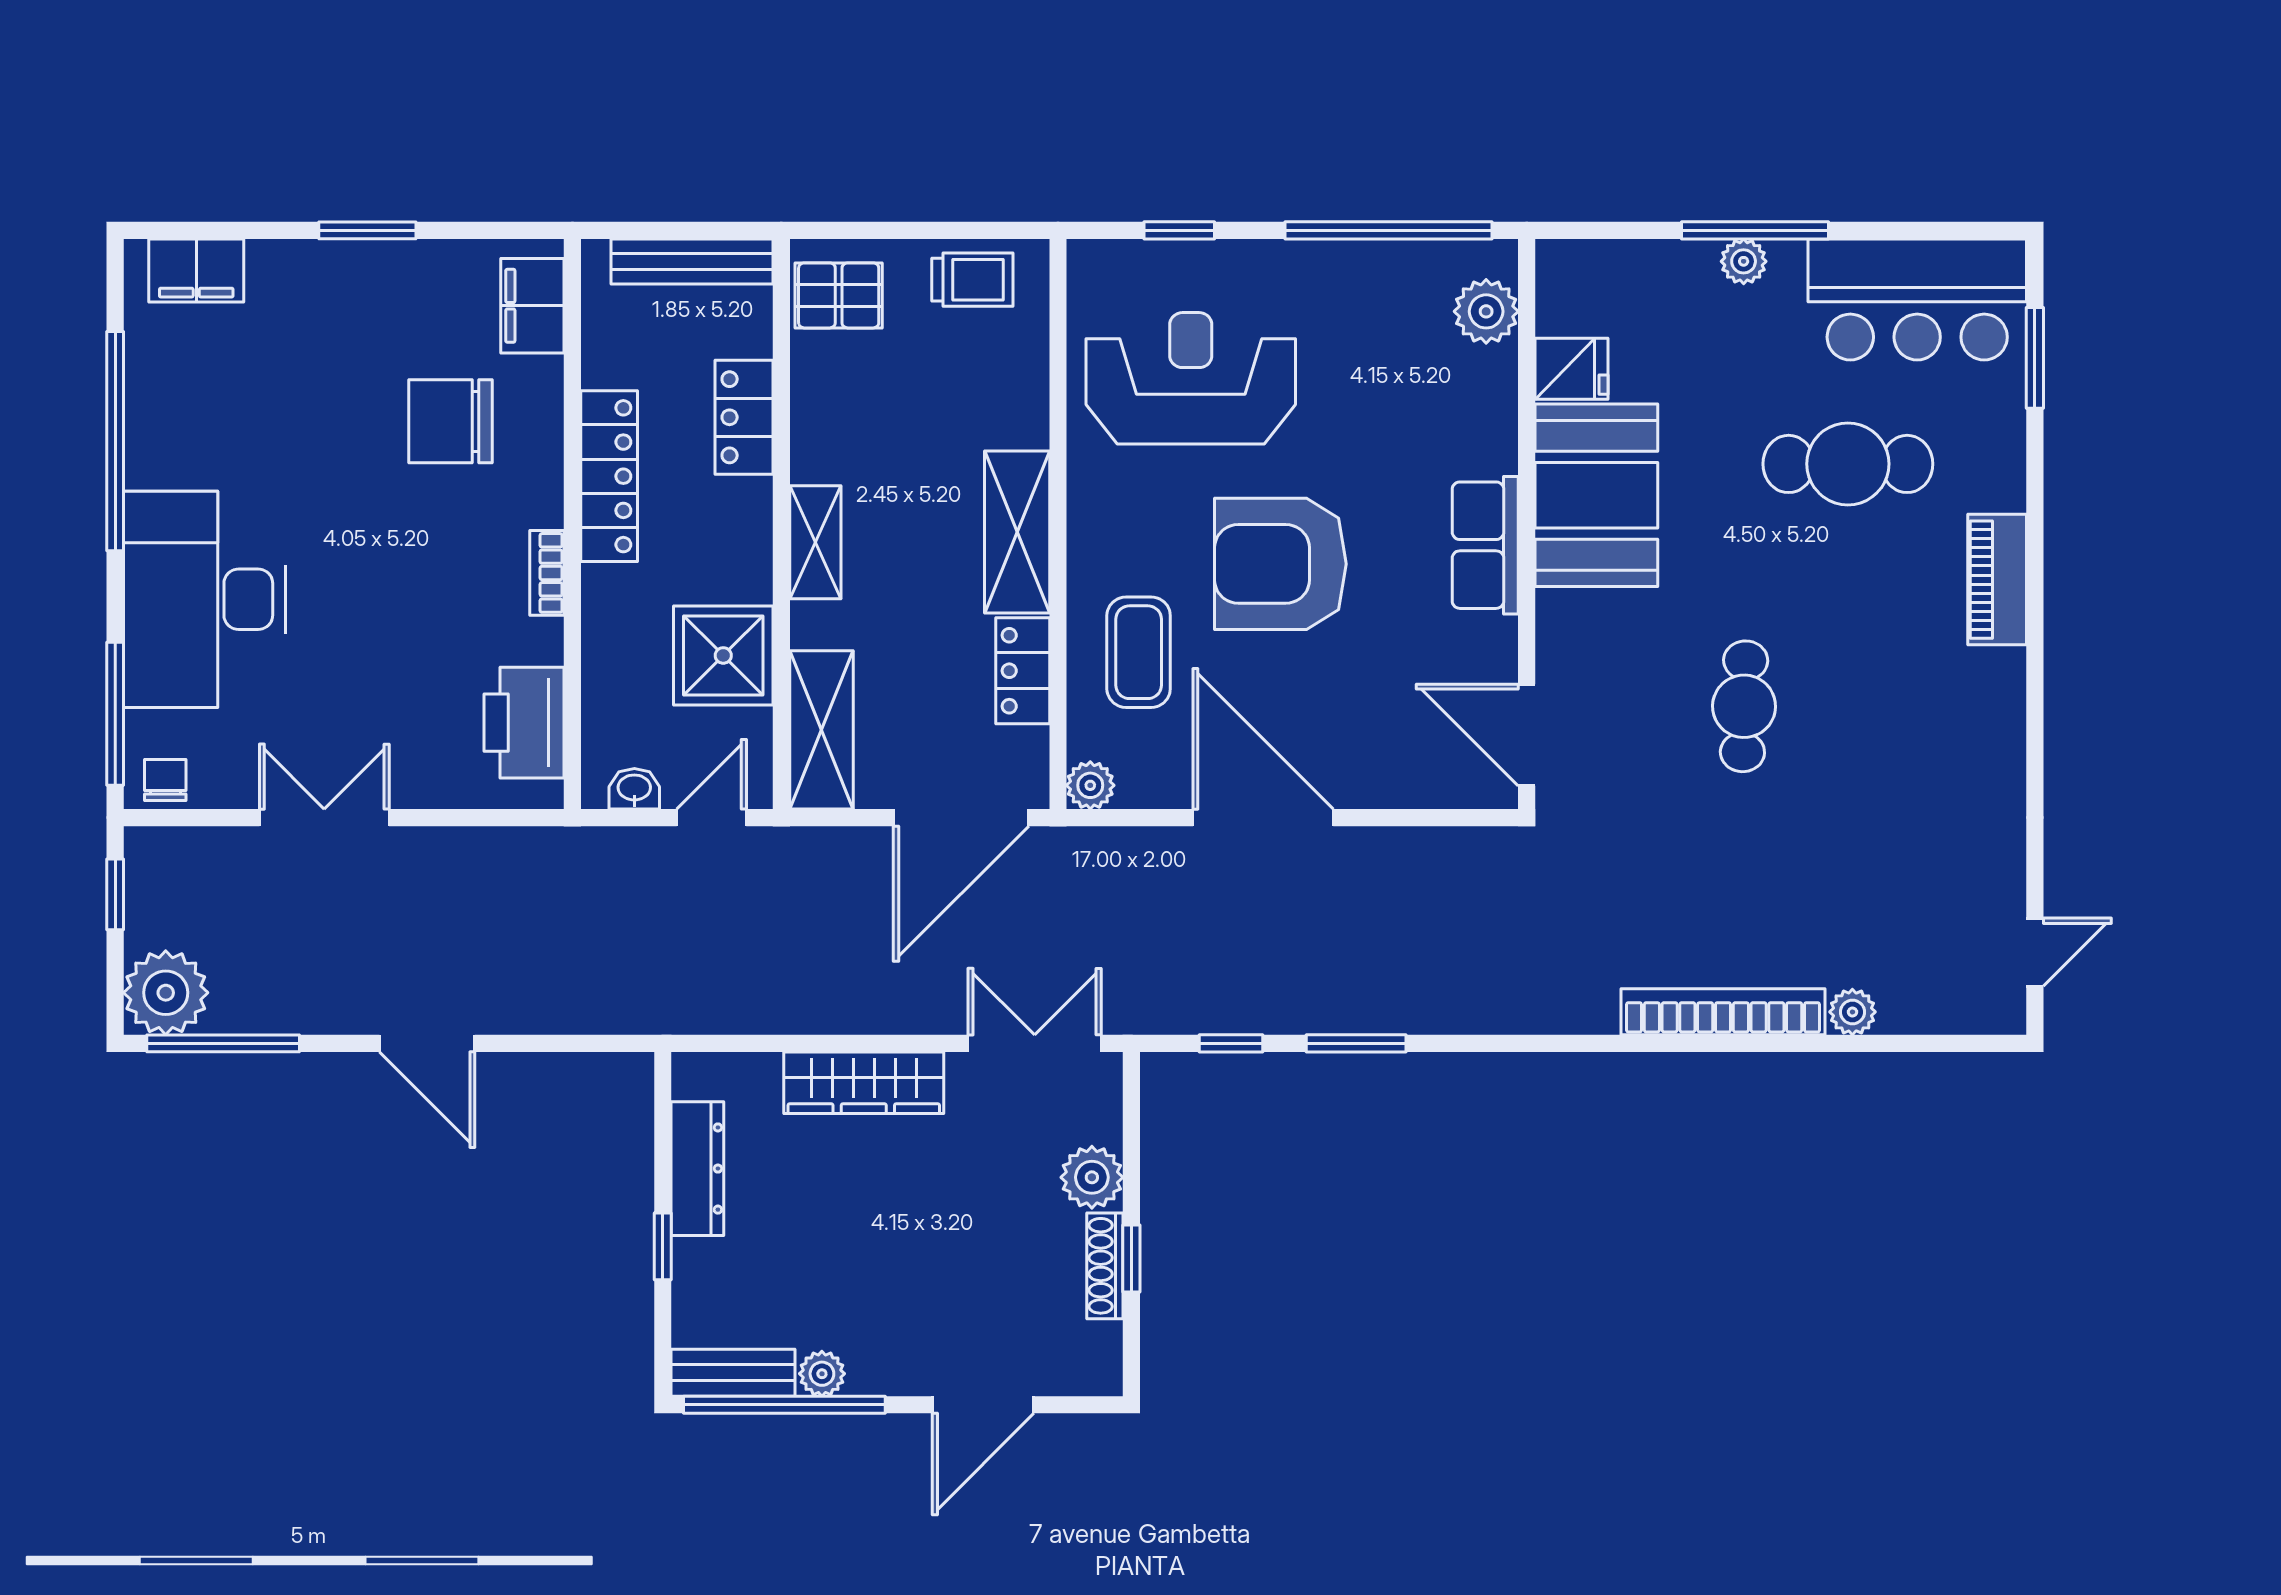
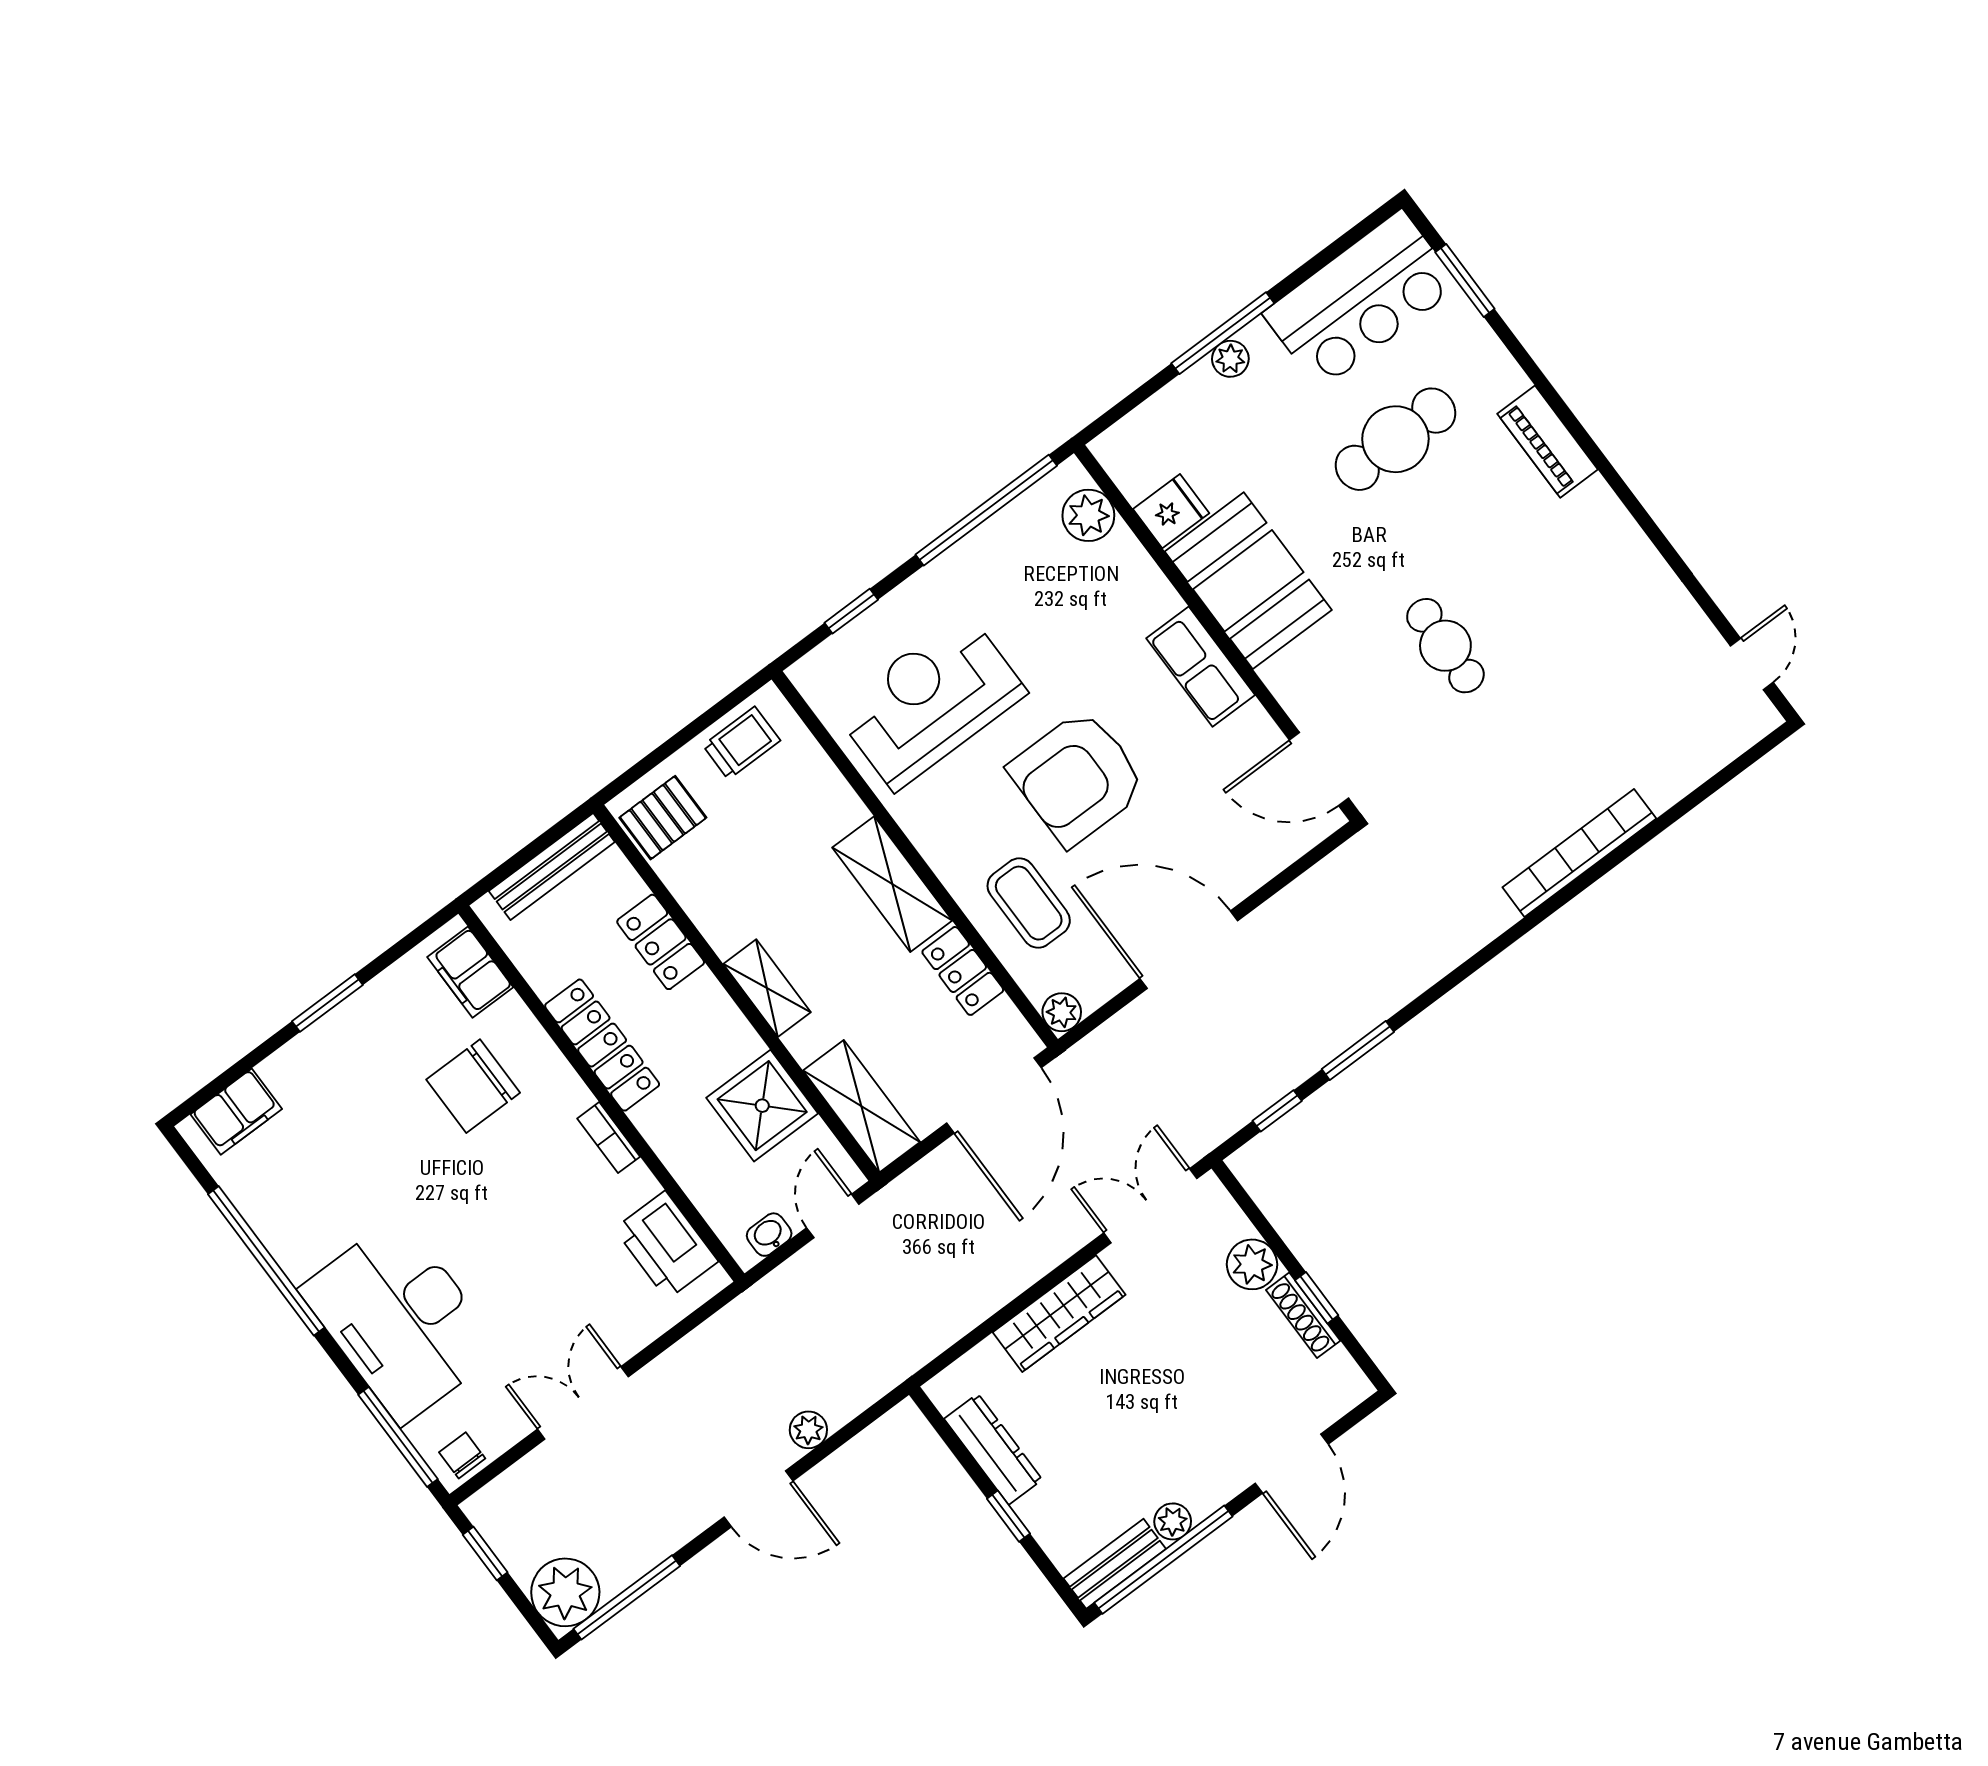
plant: (1852, 1012) -> (808, 1430), moved

